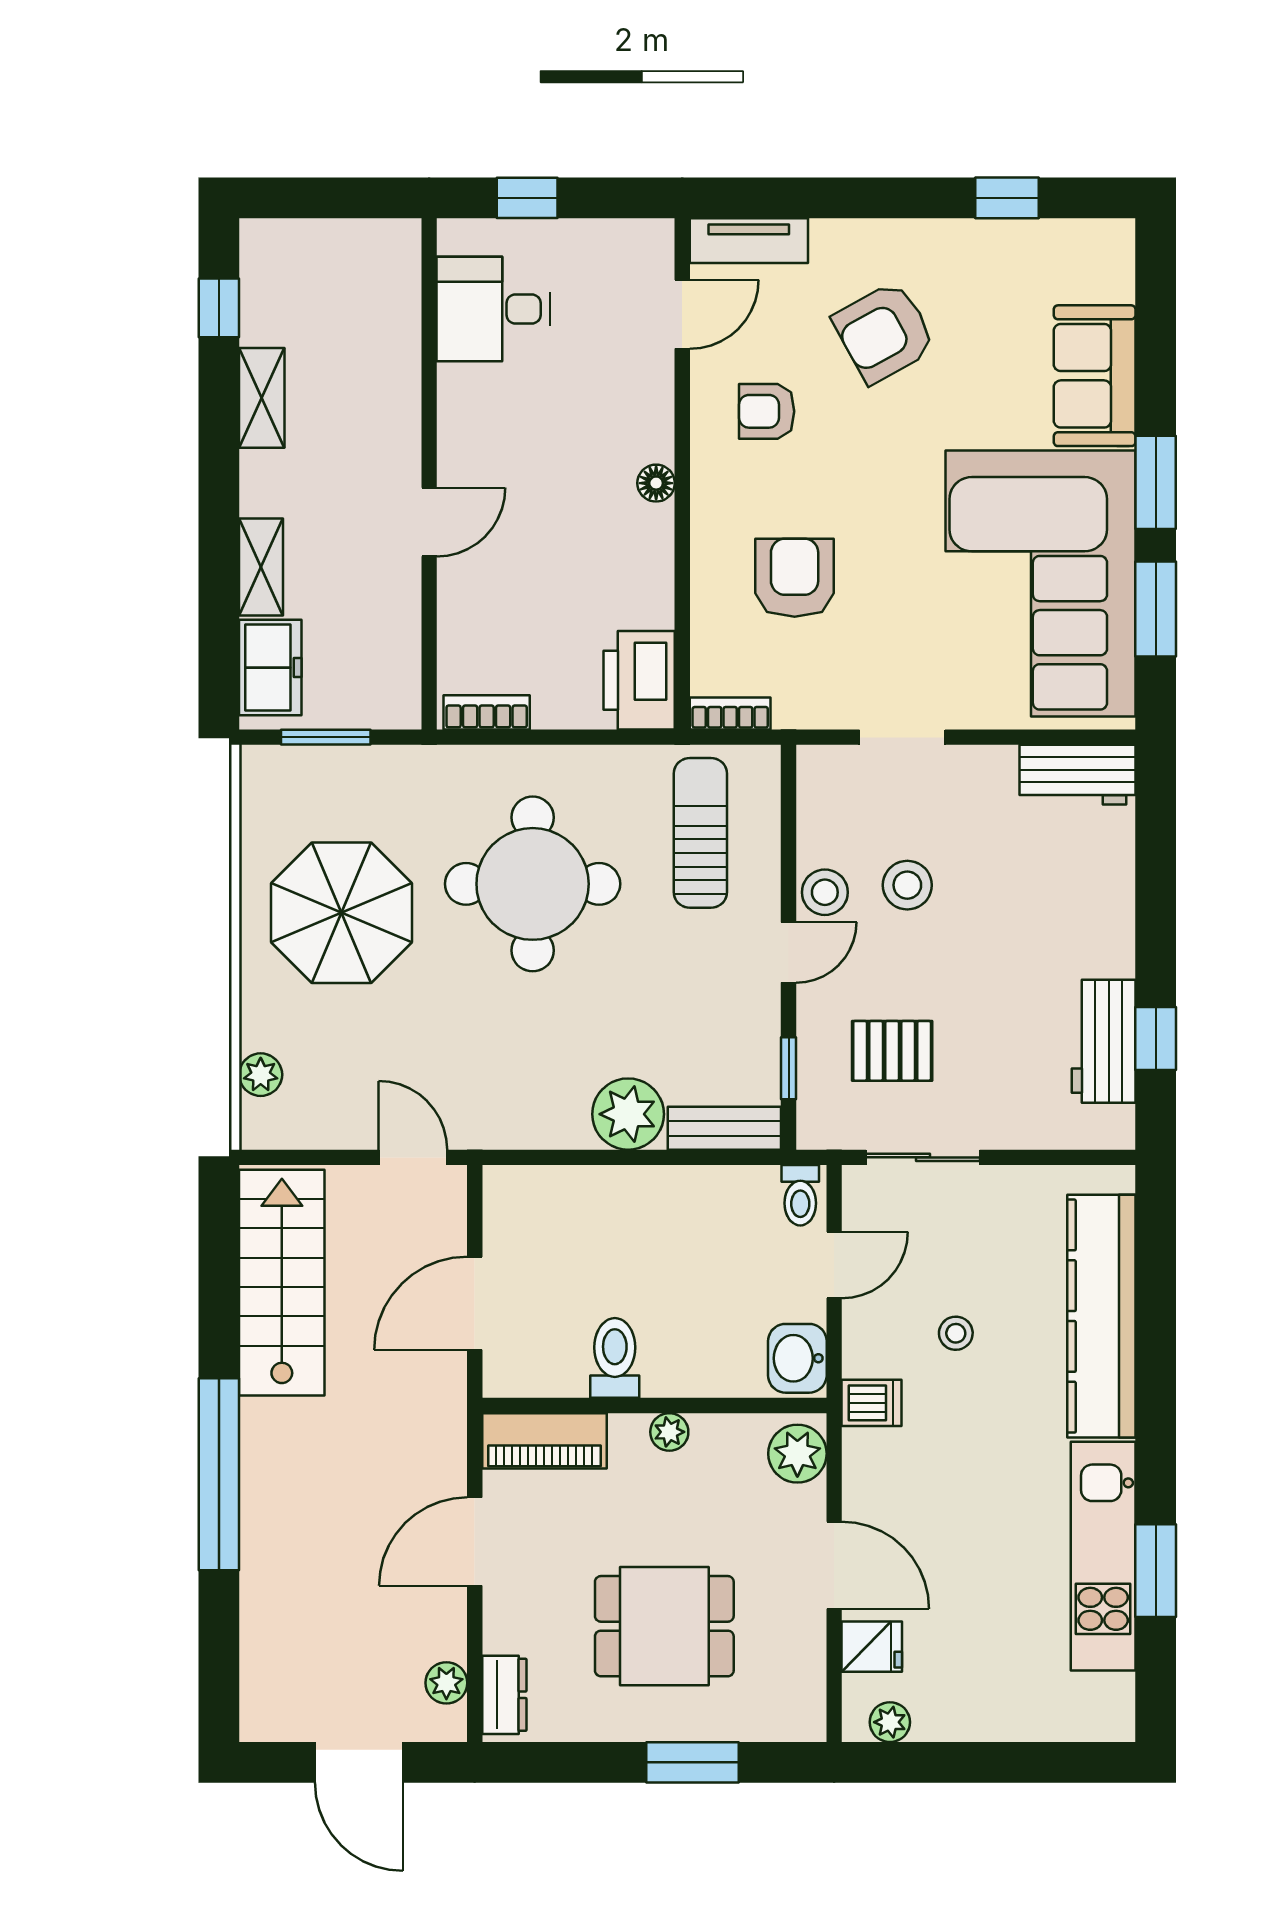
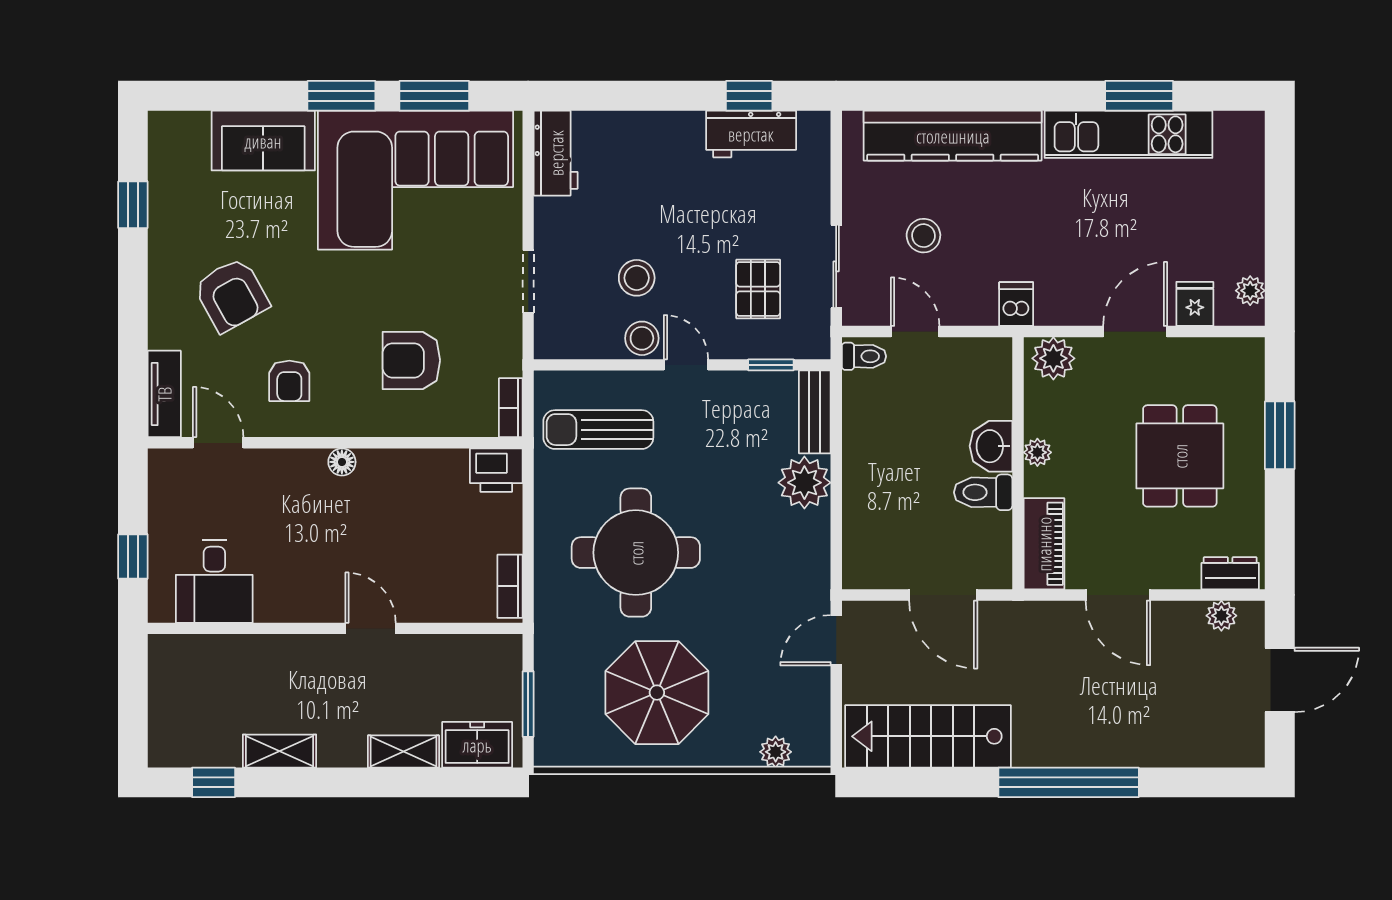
printer: (639, 680) -> (496, 470), width x0.73, depth x0.84
stool: (956, 1333) -> (923, 236), moved, width x1.37, depth x1.37
washbasin: (797, 1358) -> (991, 446), moved, turned 90

